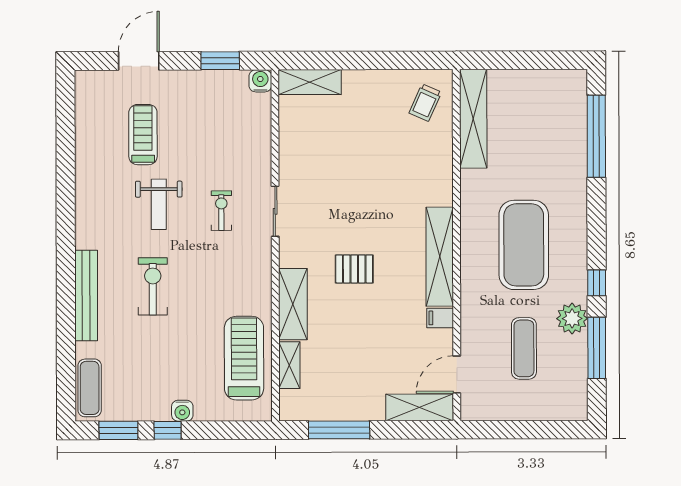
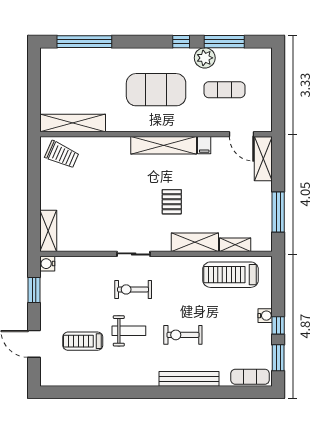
trolley: (425, 103) -> (62, 155), width x1.36, depth x1.39
exercise bike: (221, 211) -> (133, 289), width x1.38, depth x1.39

